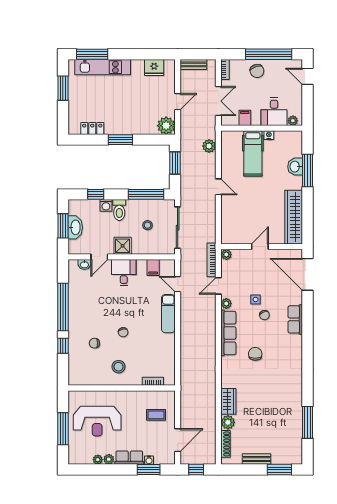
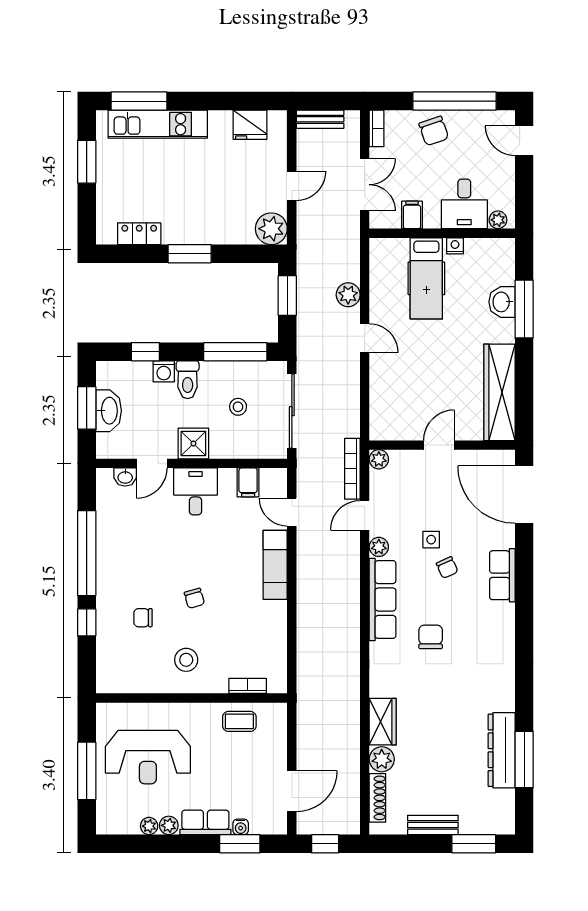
plant: (209, 146) -> (348, 295), moved
coffee table: (156, 415) -> (239, 721), moved
dresser: (295, 417) -> (502, 750), added

